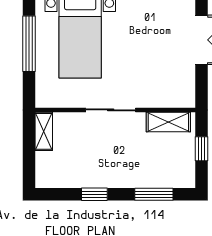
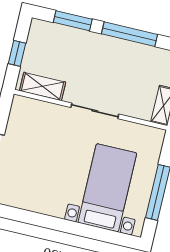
window: (94, 194) -> (129, 34), width x2.17

